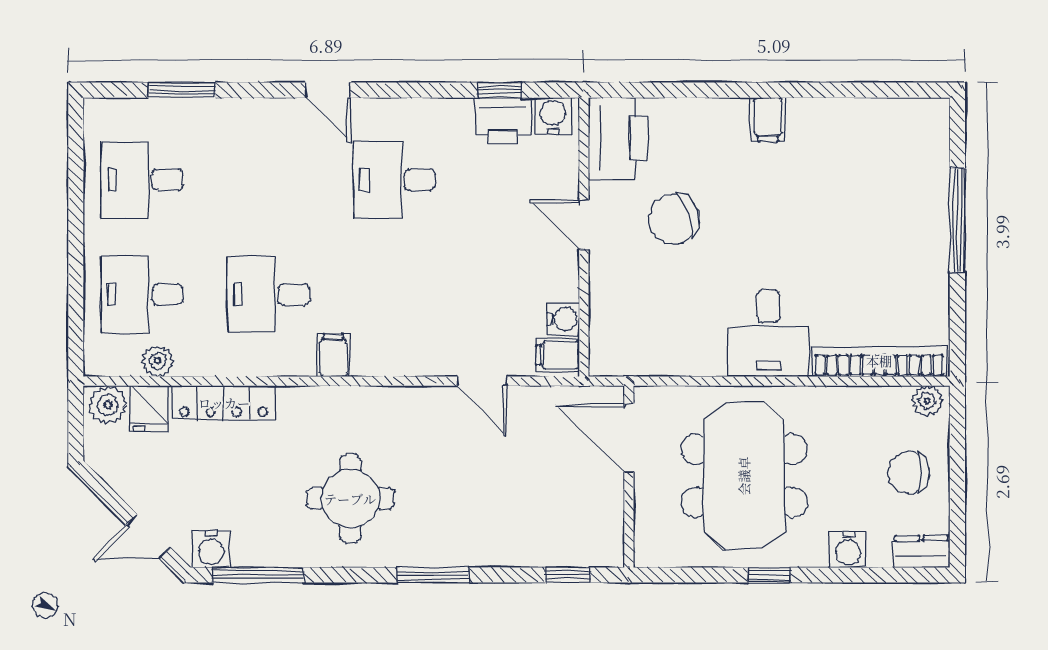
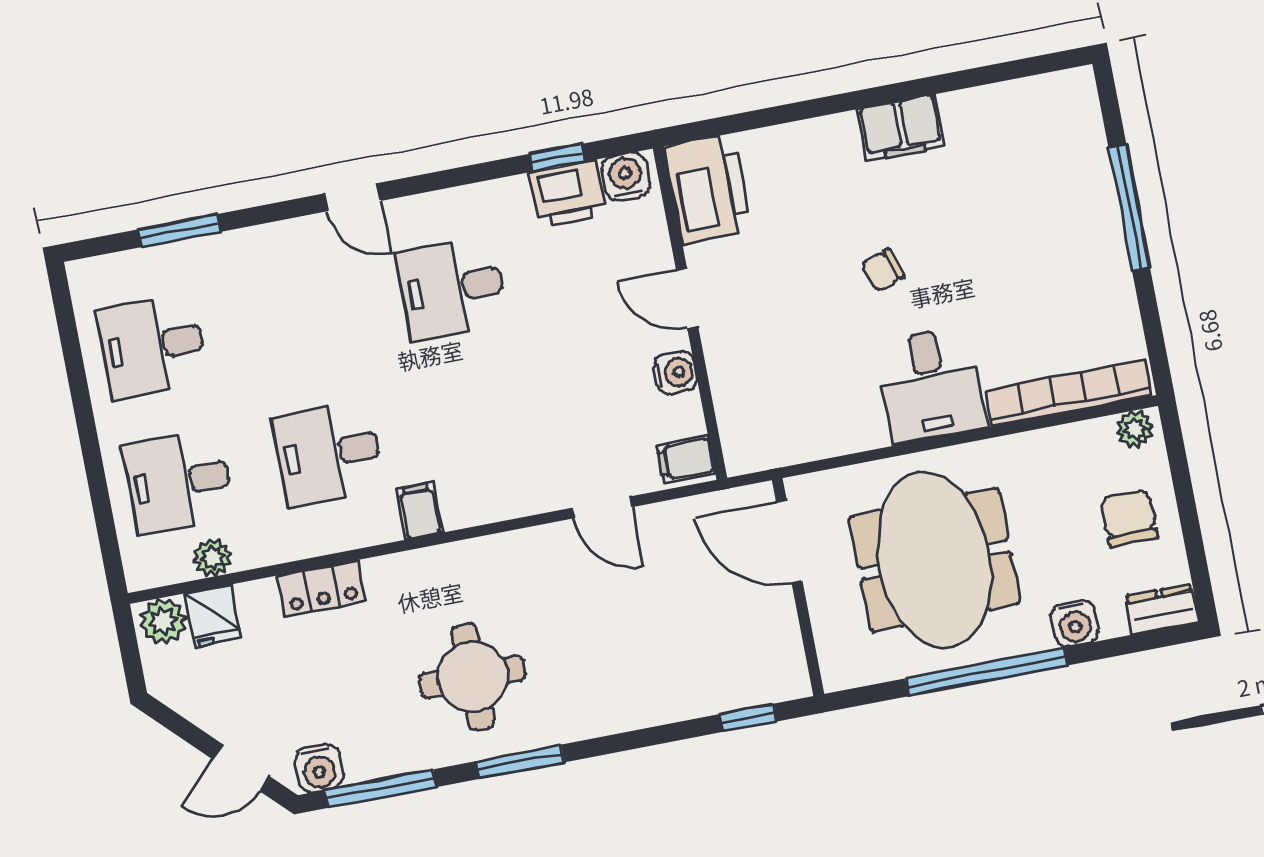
filing cabinet: (768, 120) -> (901, 128), width x2.00
chair: (674, 219) -> (883, 270), moved, width x0.54, depth x0.54
water cooler: (563, 319) -> (676, 373), moved
locker: (224, 403) -> (322, 588), width x0.66
chair: (909, 473) -> (1129, 518), turned 90
window: (433, 575) -> (520, 762), moved
window: (769, 575) -> (987, 672), width x3.17

